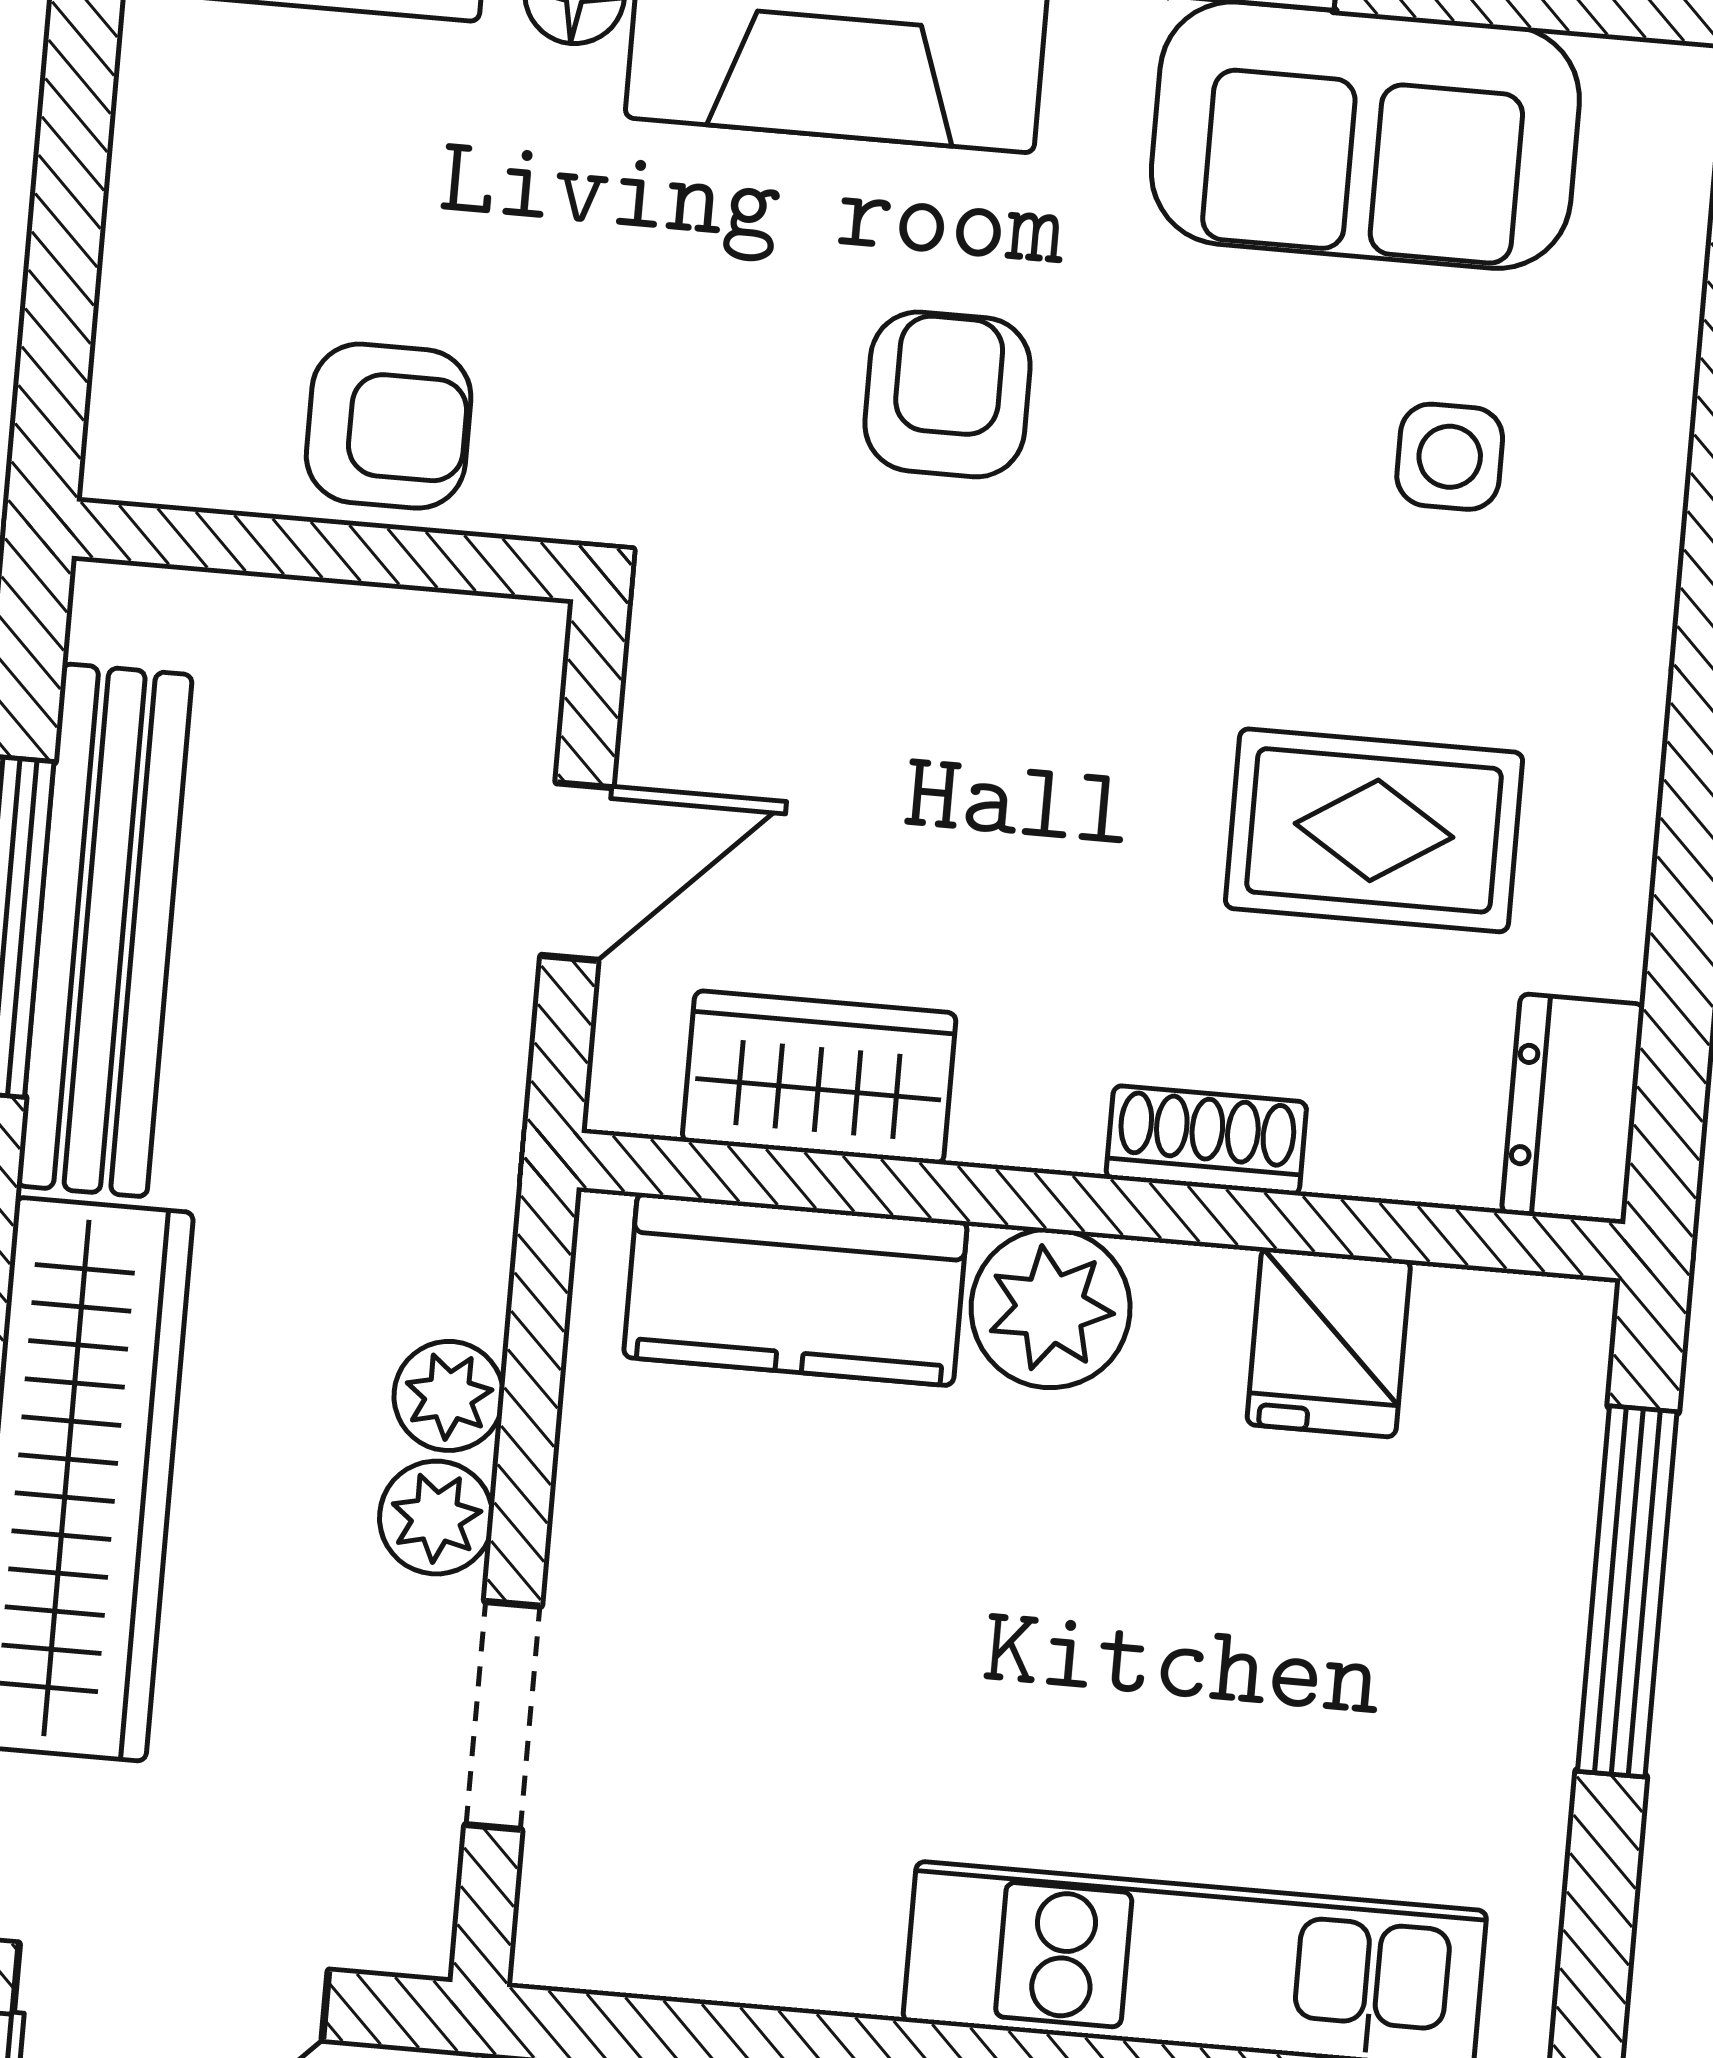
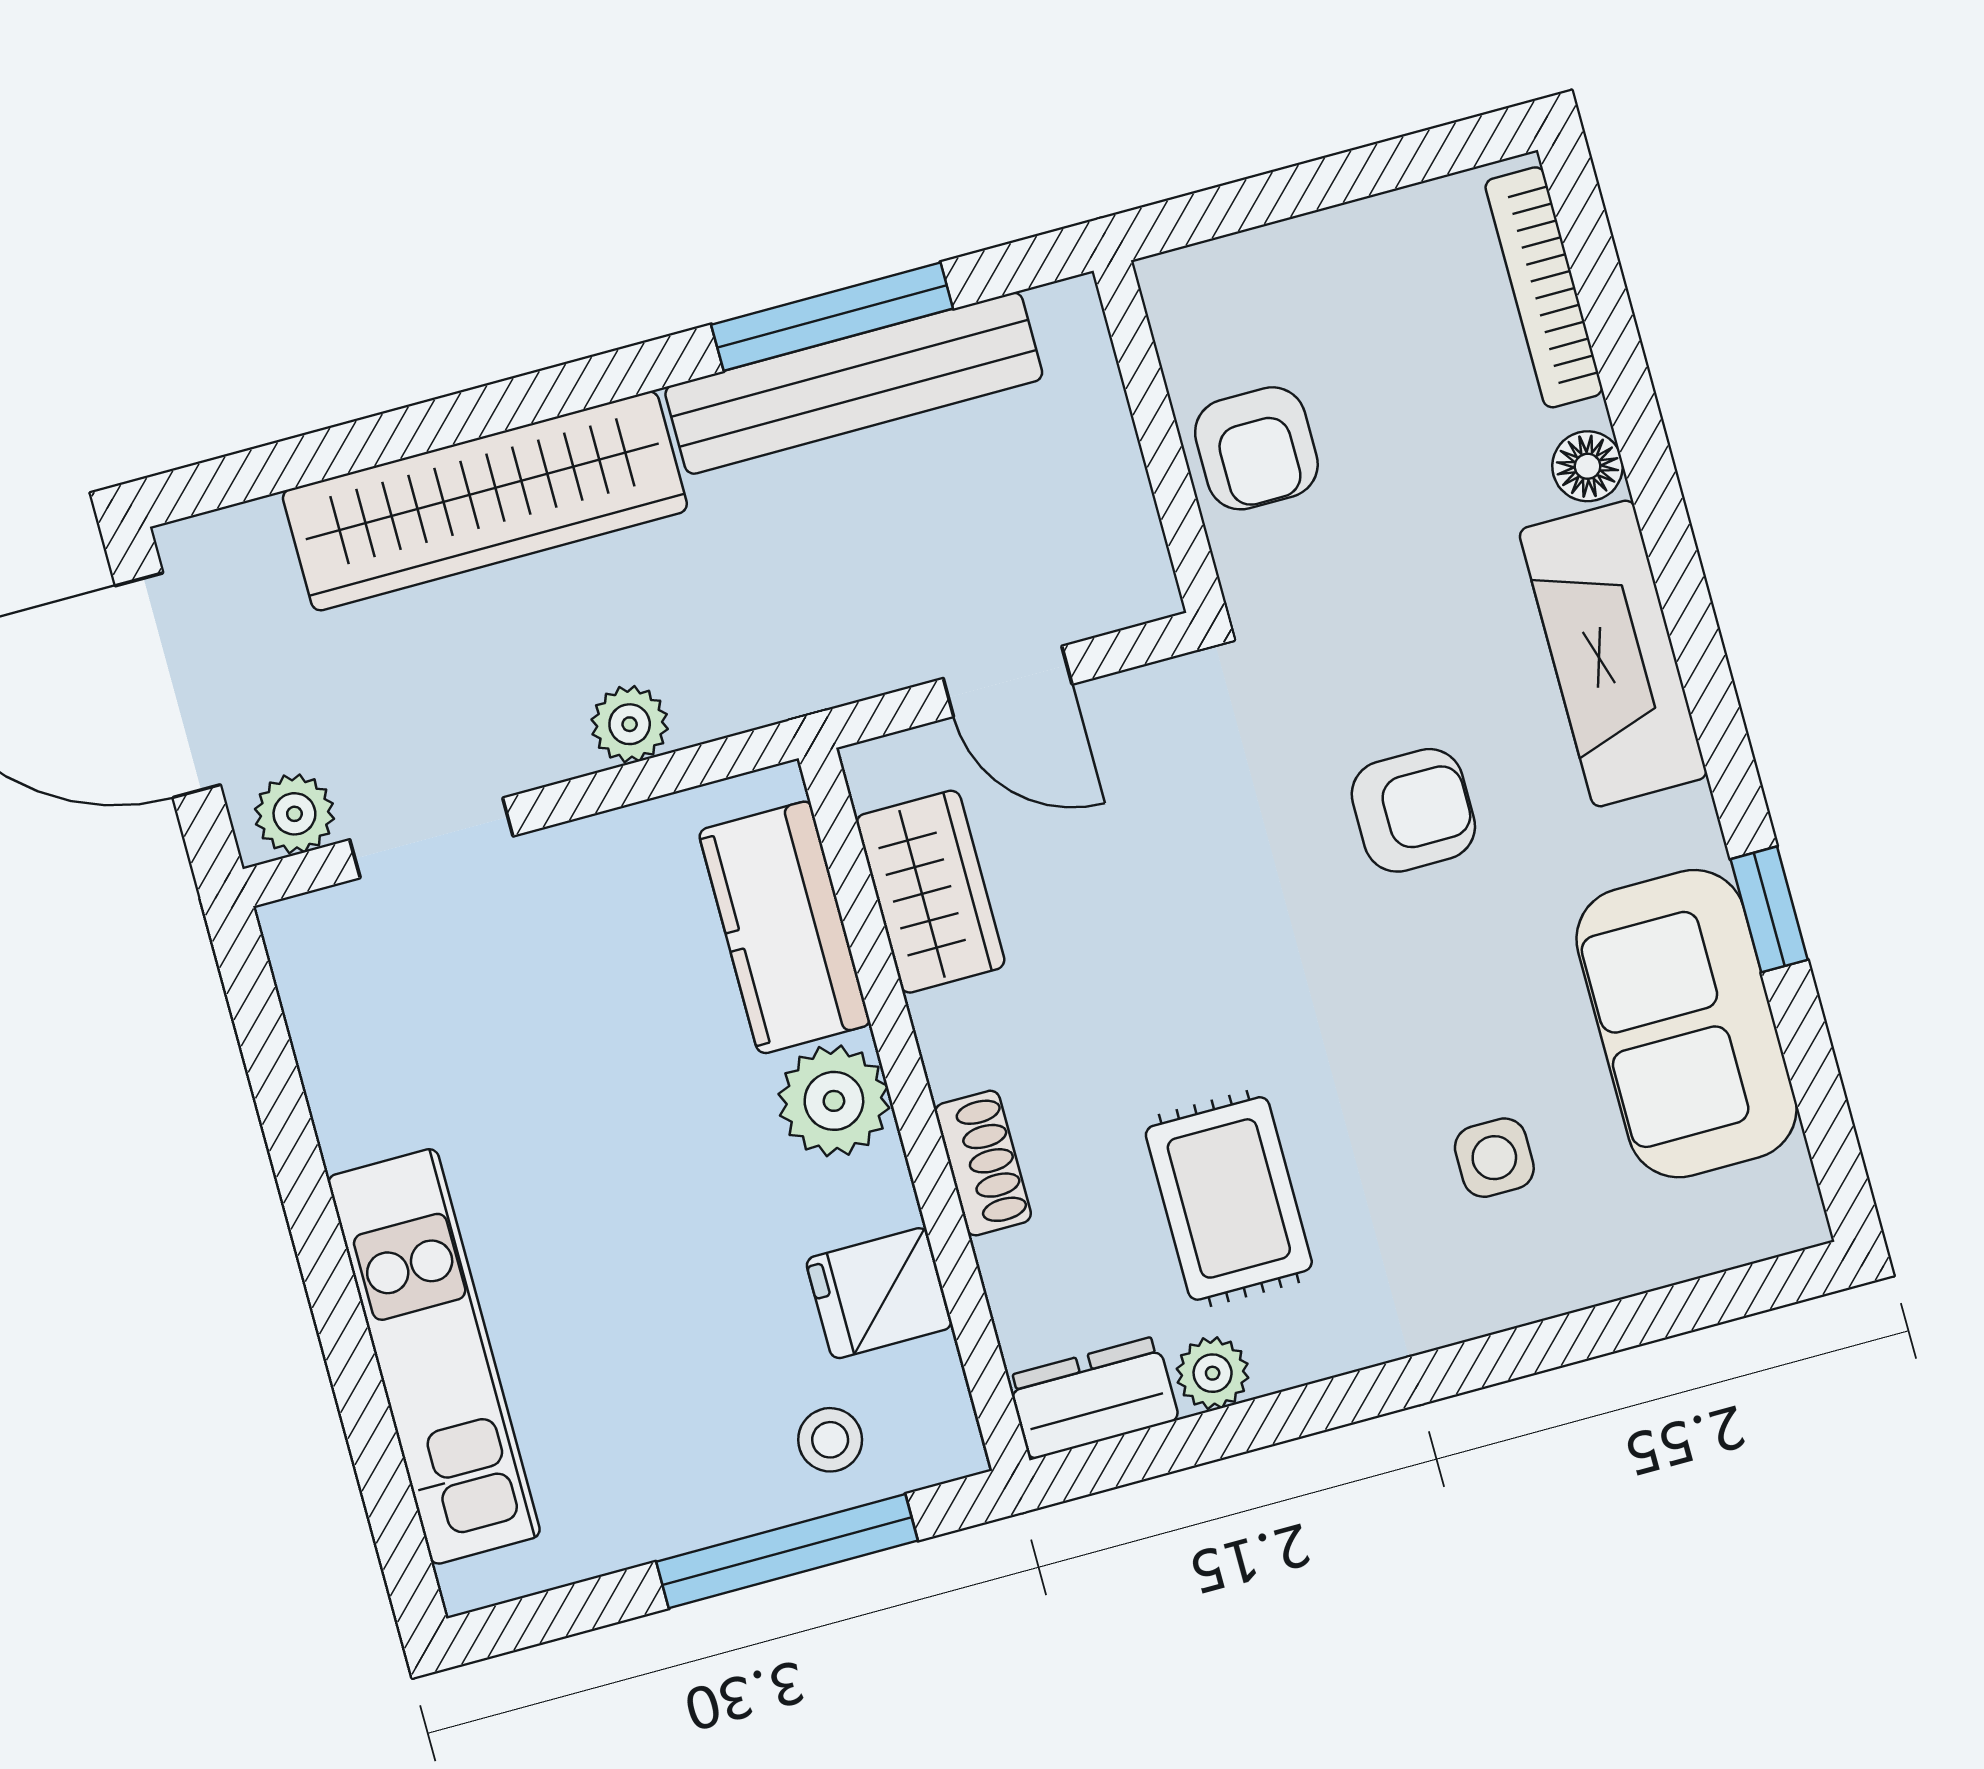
plant: (1599, 938) -> (1213, 1373), added
stool: (1500, 1479) -> (830, 1440), added
plant: (436, 1518) -> (294, 814), moved

